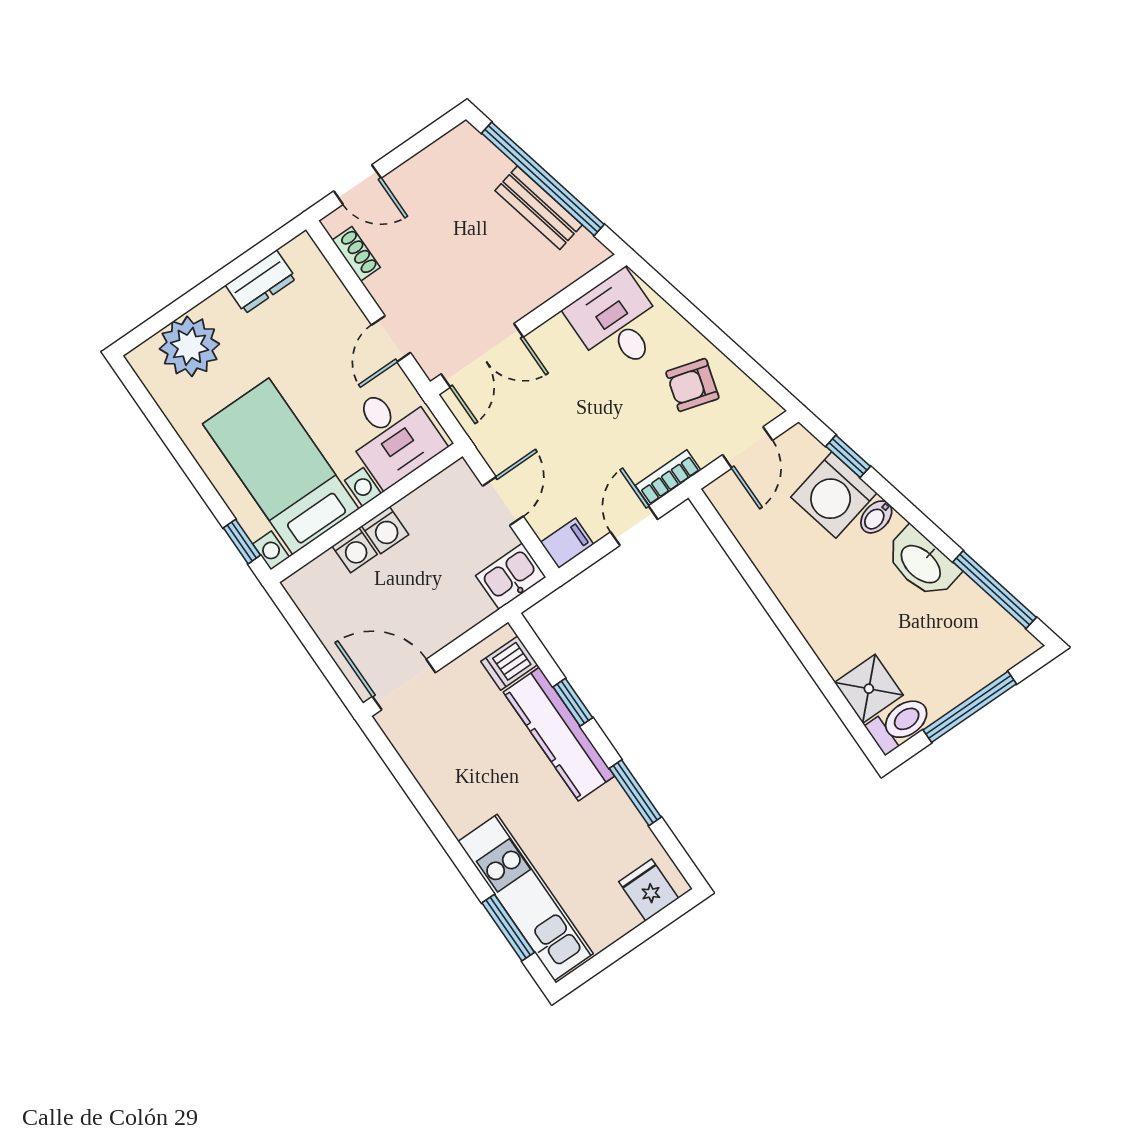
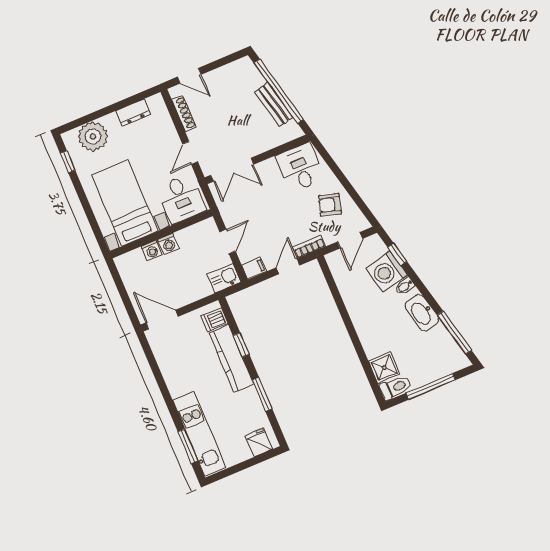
shoe rack: (356, 254) -> (184, 113), width x1.43
window: (242, 542) -> (68, 162), moved

